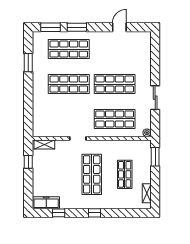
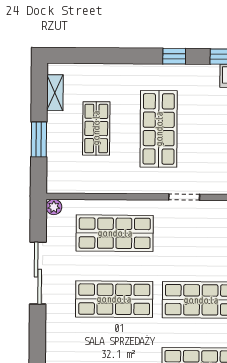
sliding door: (155, 98) -> (38, 273), width x1.37
window: (155, 157) -> (39, 139), moved
window: (95, 213) -> (174, 56), moved

